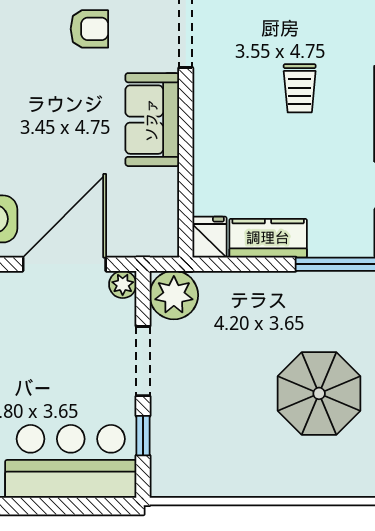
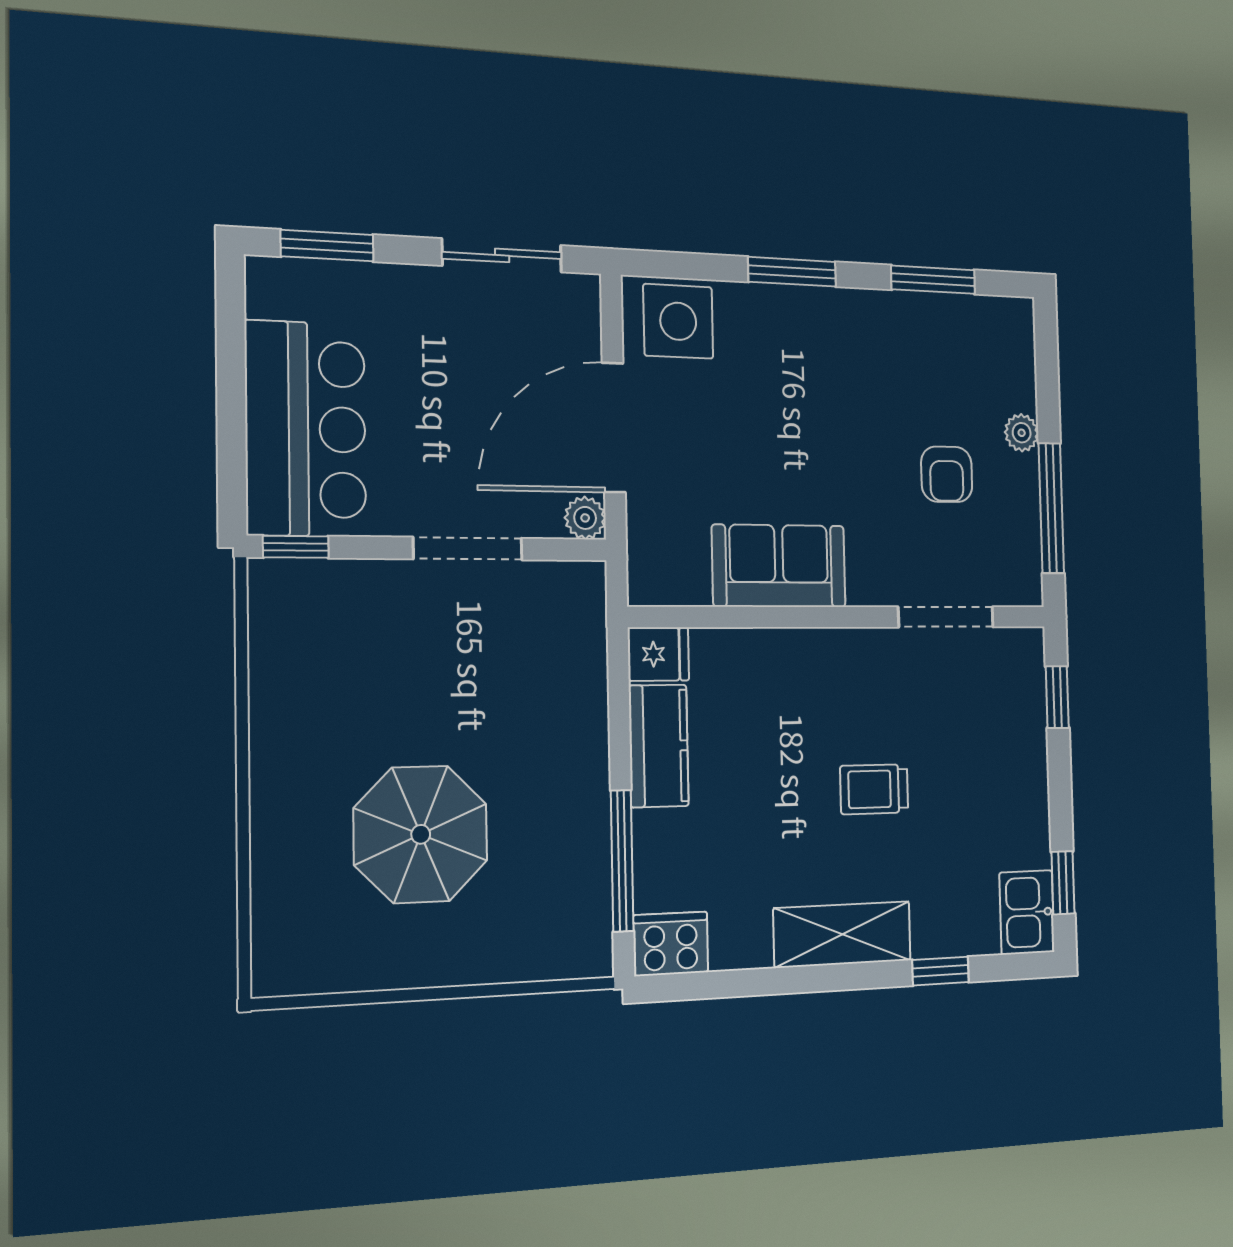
sofa: (152, 120) -> (779, 566), moved
door: (64, 264) -> (614, 428), swing flipped
plant: (174, 295) -> (571, 598), removed
window: (143, 436) -> (296, 547), moved

